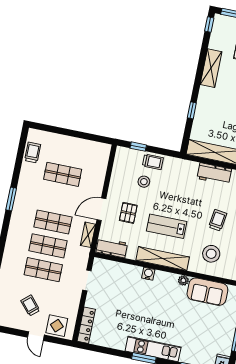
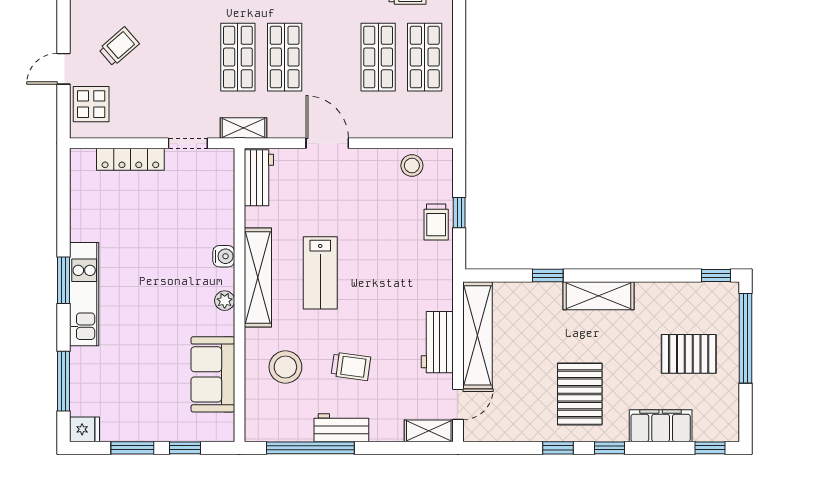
shelving: (211, 68) -> (598, 296), moved
window: (138, 147) -> (459, 213), moved
stool: (144, 182) -> (412, 166), moved
pallet: (128, 213) -> (331, 195), removed
lab bench: (167, 226) -> (320, 273), turned 180
shelving: (88, 235) -> (243, 128), moved
shop shelf: (43, 270) -> (425, 57), moved
plant: (183, 280) -> (225, 301), moved
locker: (86, 325) -> (130, 159), moved

